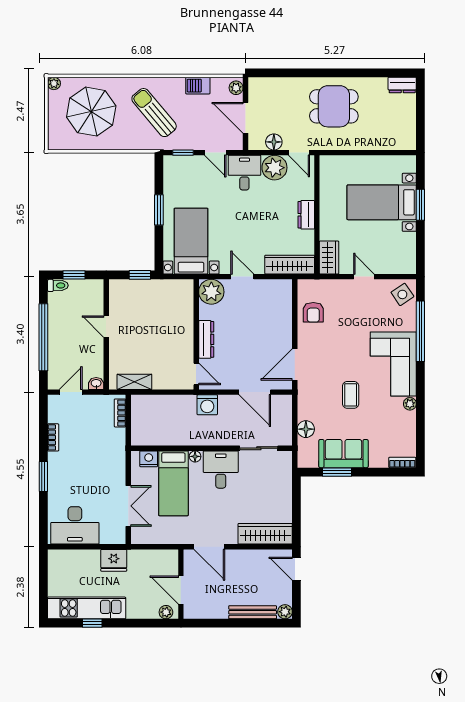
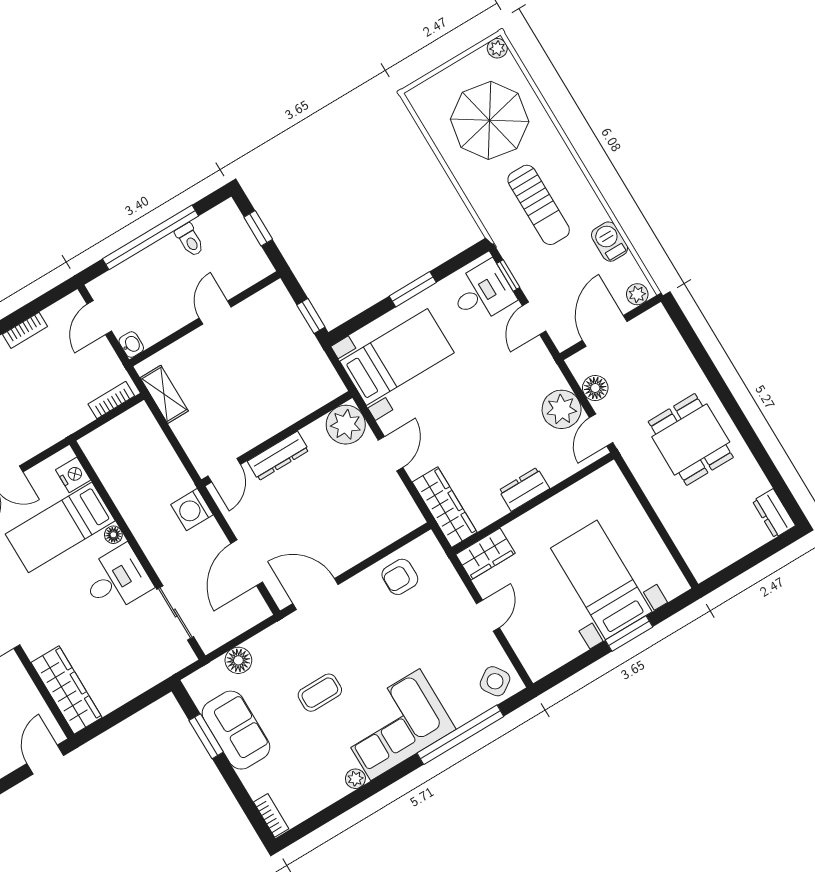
sun lounger: (154, 113) -> (539, 205), turned 130
desk: (244, 173) -> (482, 292), moved
toilet: (58, 285) -> (190, 240), moved
door: (71, 392) -> (99, 318), swing flipped

